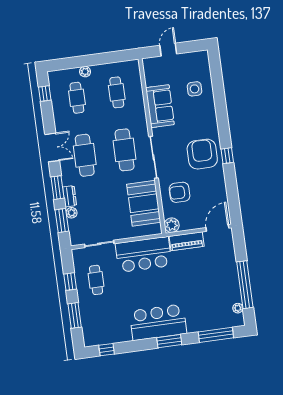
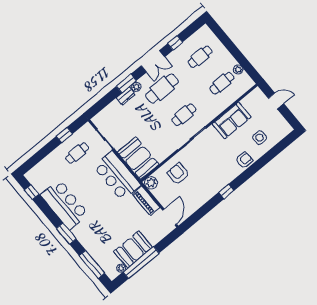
plant: (85, 72) -> (238, 69), moved
window: (45, 94) -> (175, 43), moved
cafe table: (125, 150) -> (184, 115), width x0.73, depth x0.74
armchair: (202, 154) -> (244, 160), moved, width x0.53, depth x0.53
booth: (144, 203) -> (138, 158), moved, turned 90
plant: (72, 213) -> (136, 87), moved
window: (62, 221) -> (105, 102), removed
door: (217, 228) -> (170, 217), hinge flipped
booth: (227, 284) -> (133, 249), added
window: (75, 315) -> (42, 154), removed
bar counter: (158, 322) -> (65, 205), moved

